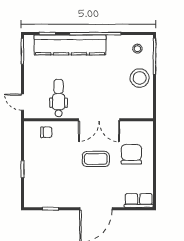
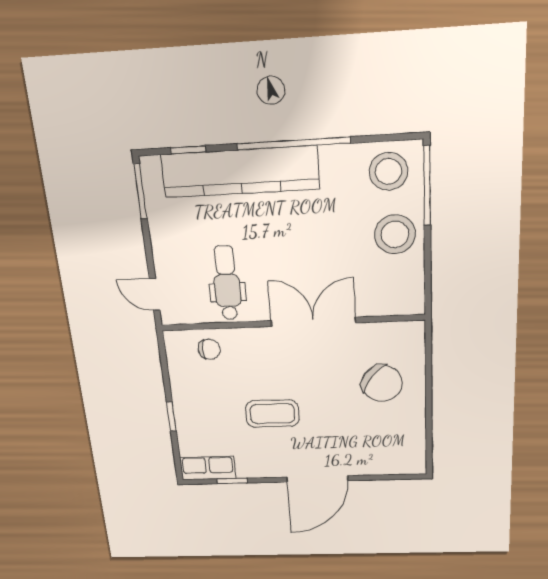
stool: (137, 49) -> (388, 171), width x1.89, depth x1.89
double door: (99, 120) -> (313, 322), swing flipped
chair: (131, 154) -> (382, 383), turned 128
coffee table: (96, 159) -> (272, 414), moved
row of seats: (139, 200) -> (208, 468), moved

